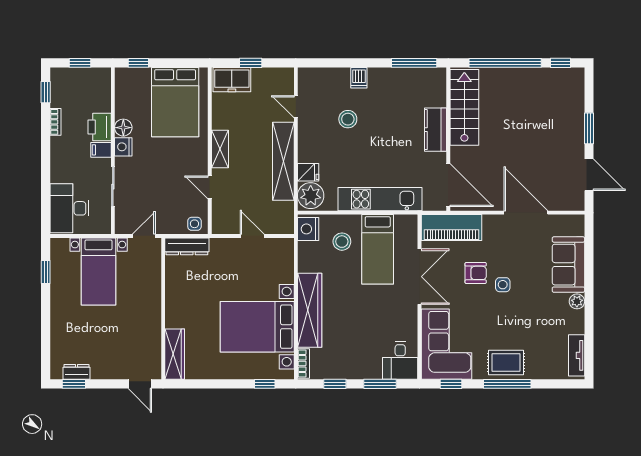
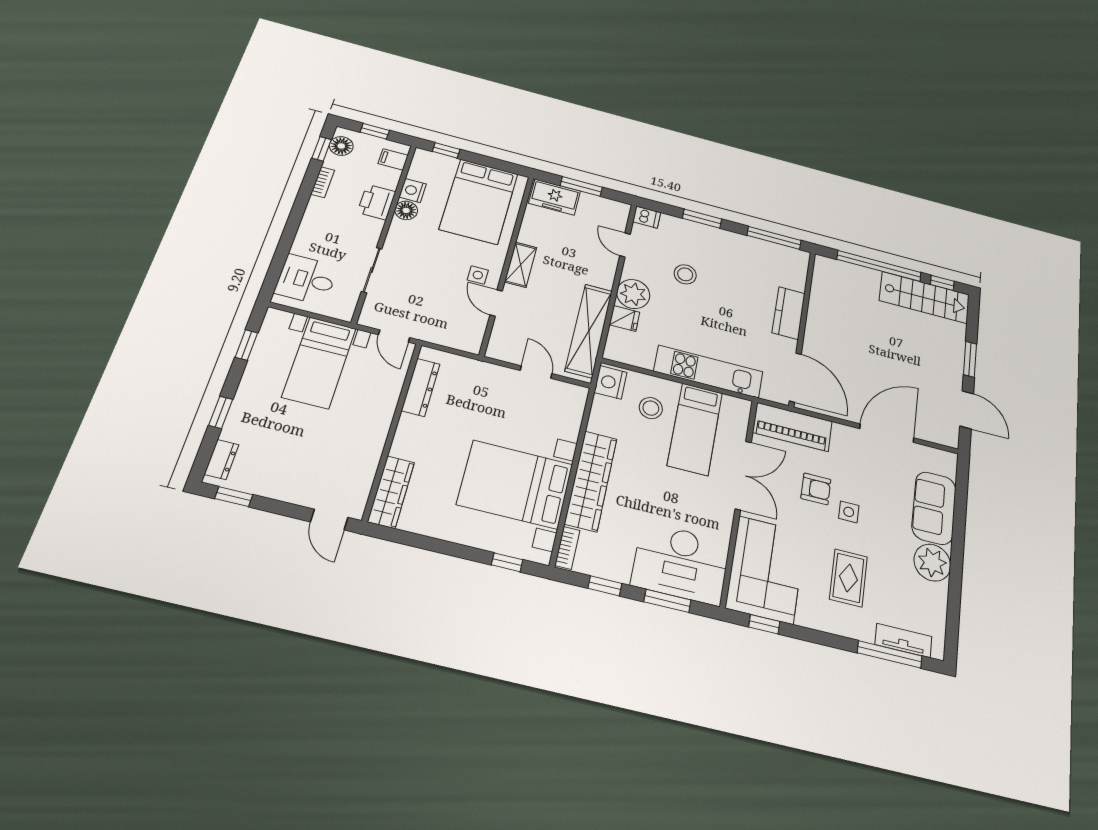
window: (251, 63) -> (581, 186), width x1.50
window: (353, 63) -> (702, 219), added
dishwasher: (359, 78) -> (647, 217), moved, turned -90
floor lamp: (59, 85) -> (341, 146), added
stairs: (464, 107) -> (925, 298), moved, turned 90
nightstand: (123, 147) -> (413, 191), moved
filing cabinet: (101, 150) -> (393, 159), moved
shelving: (283, 161) -> (589, 331), moved
plant: (311, 196) -> (633, 294), moved
desk: (69, 208) -> (306, 279), width x0.73
door: (526, 213) -> (887, 433), hinge flipped
side table: (194, 224) -> (478, 275), moved
door: (144, 236) -> (394, 336), swing flipped
dresser: (187, 246) -> (421, 387), moved, turned -90
plant: (577, 301) -> (932, 563), width x1.88, depth x1.88
window: (46, 327) -> (221, 412), added
tv unit: (577, 355) -> (903, 640), moved, turned 90
desk: (400, 361) -> (681, 563), width x1.87, depth x1.30
rug: (506, 362) -> (848, 578), moved, turned 90
dresser: (76, 372) -> (222, 459), moved, turned 90
window: (507, 384) -> (890, 654), moved

